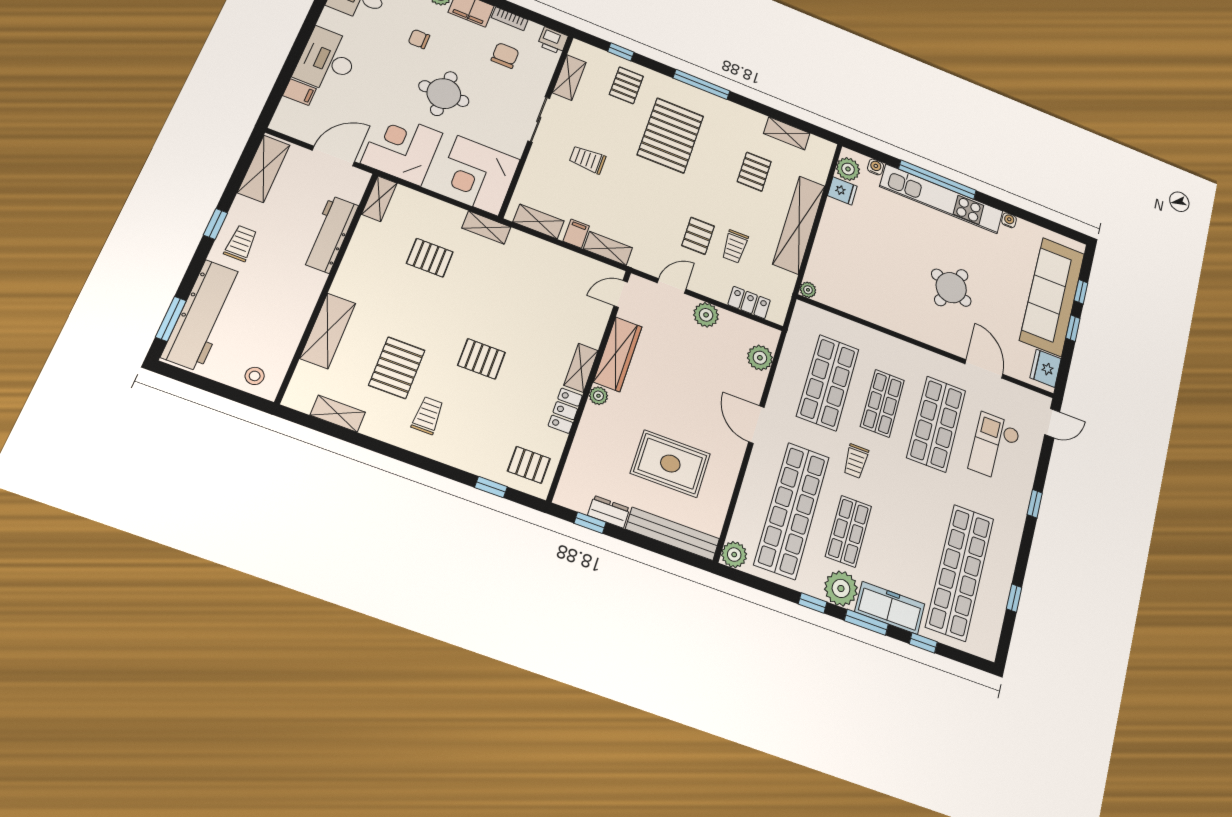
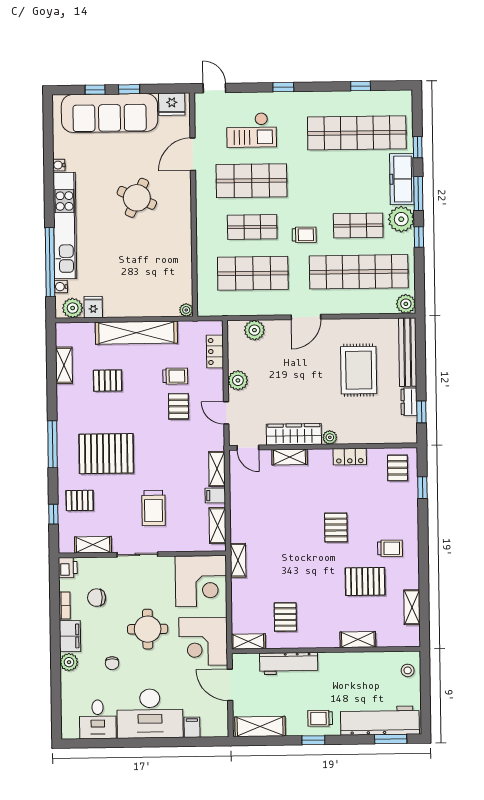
desk: (327, 60) -> (150, 714), width x1.36, depth x1.30
trolley: (587, 160) -> (153, 508), width x1.36, depth x1.39
window: (937, 180) -> (50, 262), moved
pallet: (698, 236) -> (179, 406), turned 90
pallet: (430, 258) -> (285, 617), moved
shelving: (328, 331) -> (358, 639), width x0.67, depth x0.75
shelving: (581, 368) -> (290, 457), moved
trolley: (428, 415) -> (390, 548), turned 180

